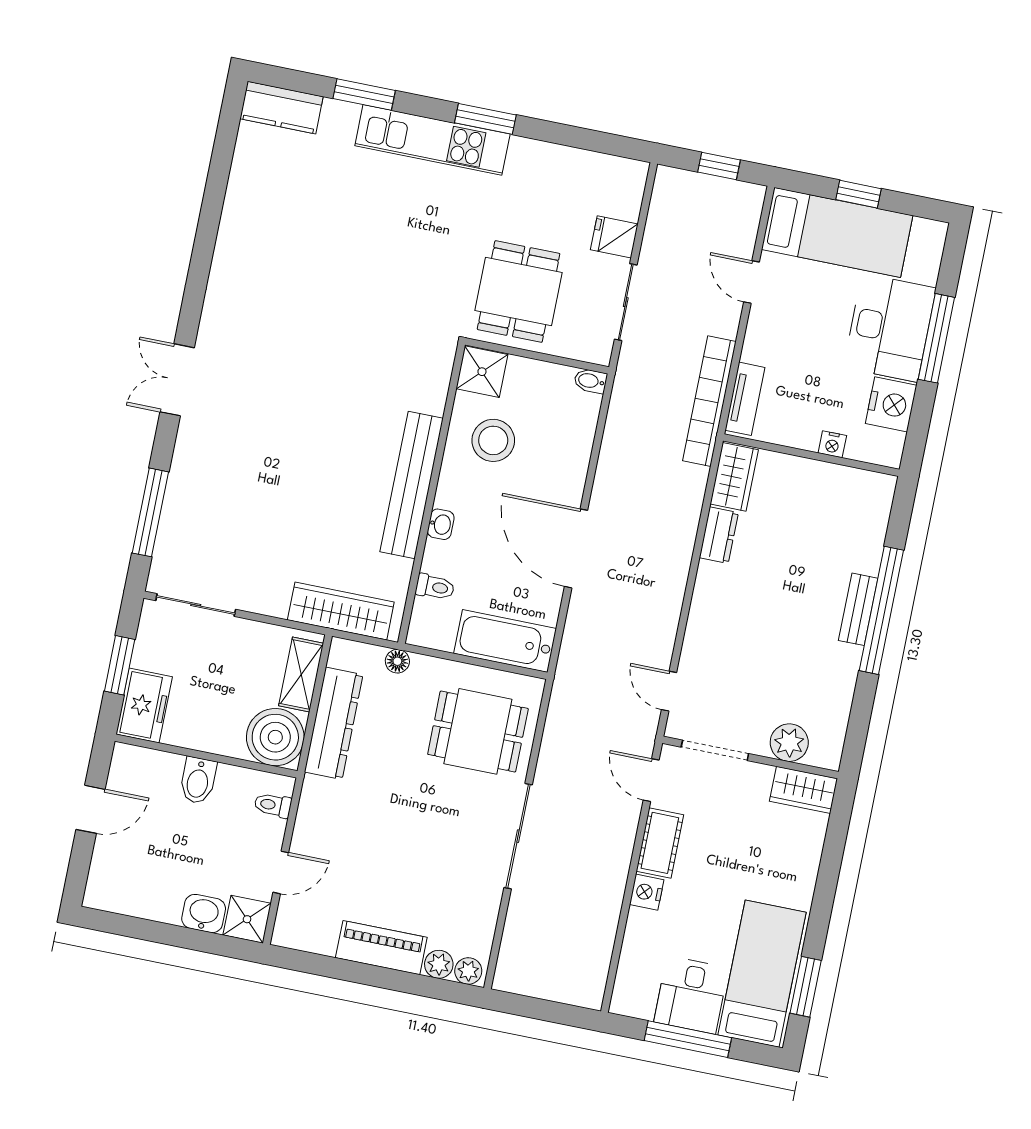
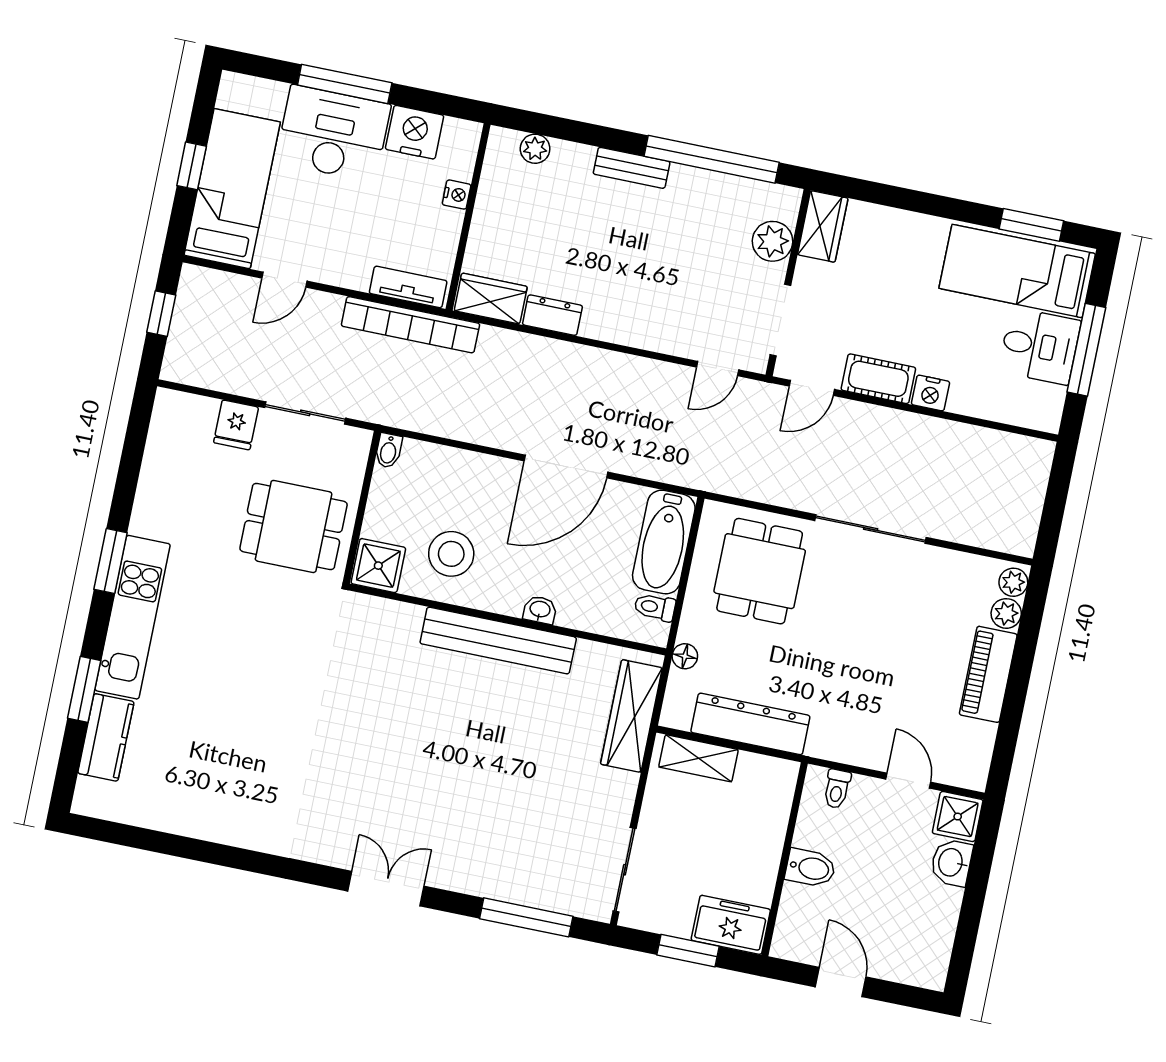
kitchen counter: (282, 108) -> (106, 737), moved
double door: (177, 380) -> (386, 889), swing flipped
plant: (876, 518) -> (535, 149), added
toilet: (435, 587) -> (655, 607), moved, turned -90
window: (881, 610) -> (712, 159), moved
boiler: (275, 737) -> (765, 786), removed

